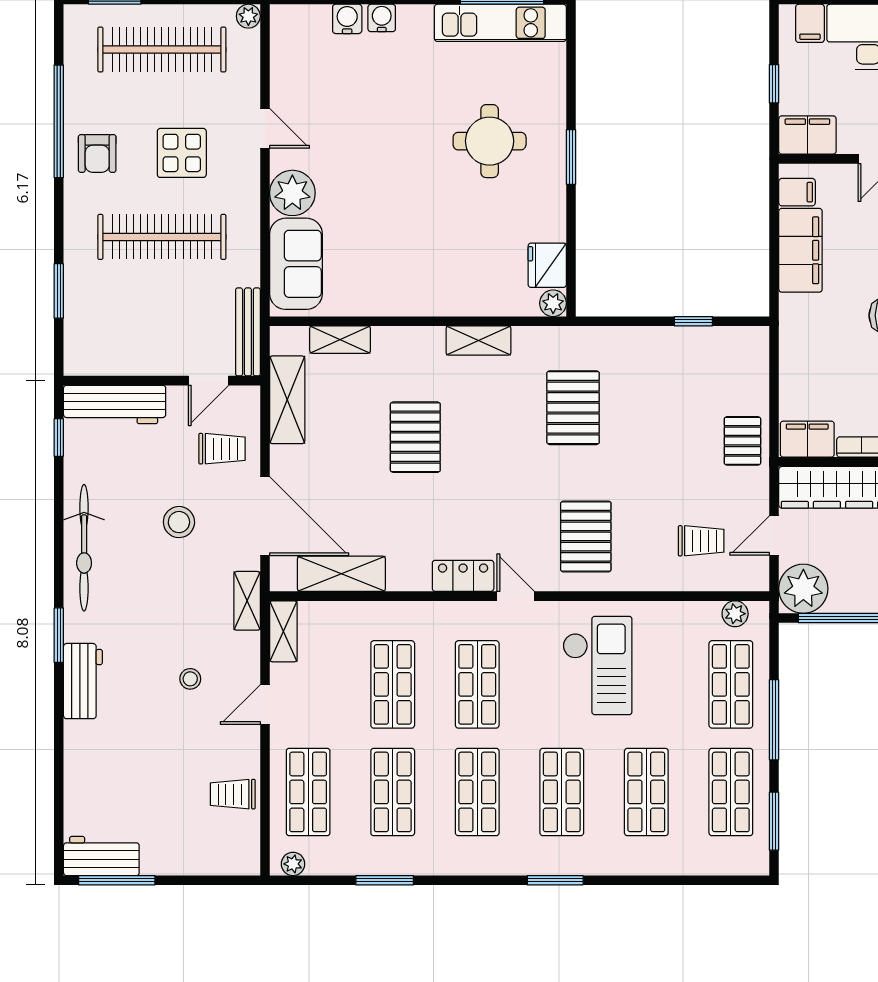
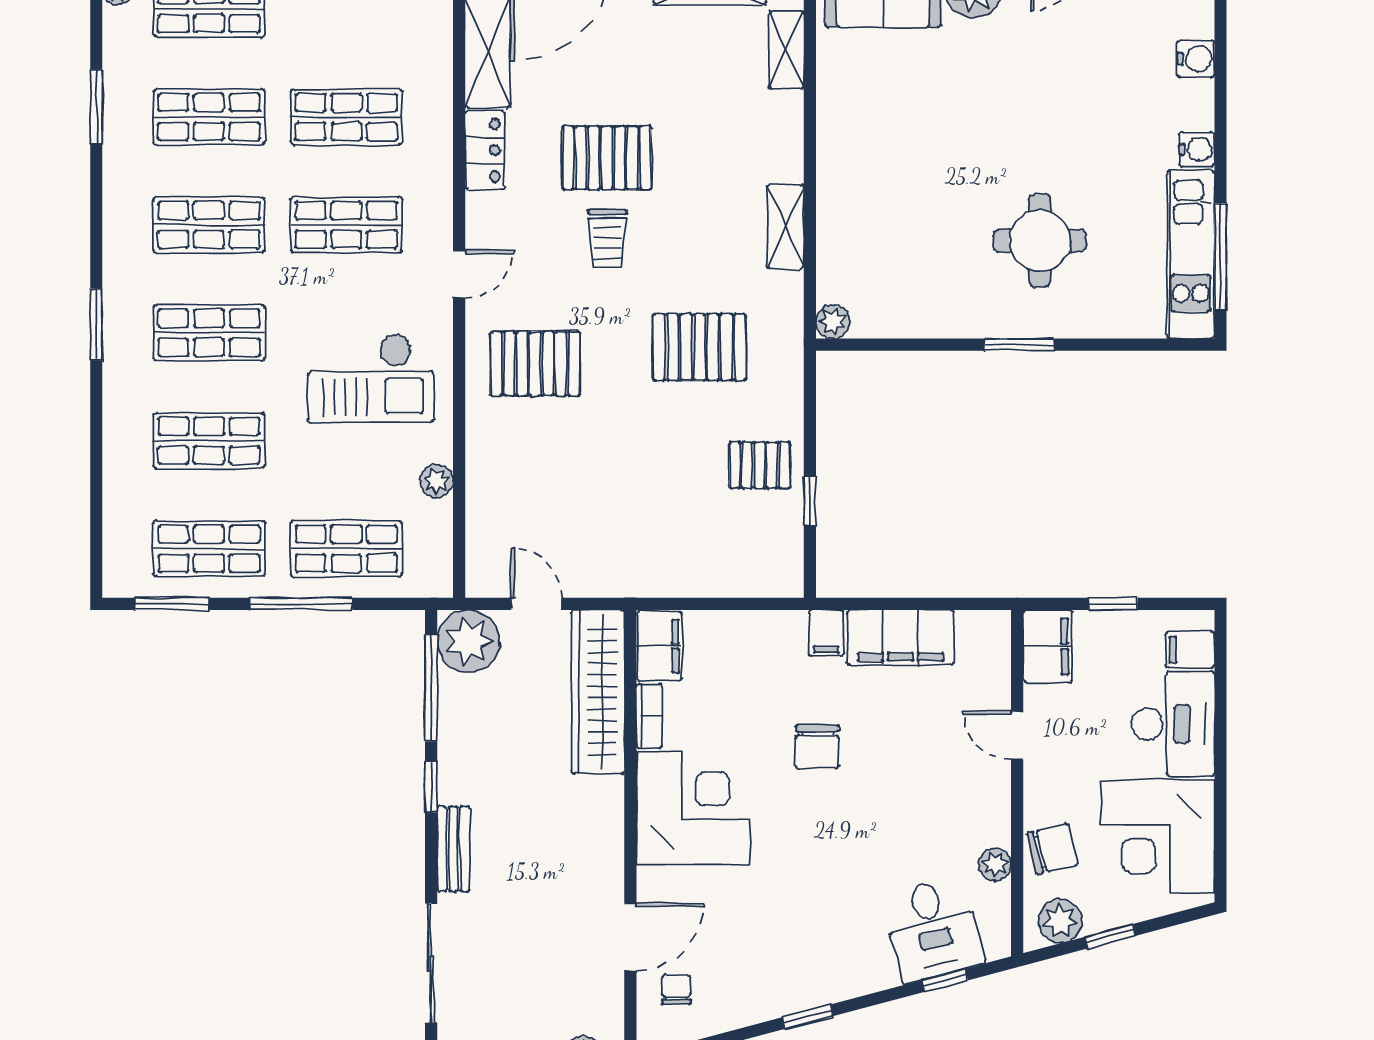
water cooler: (382, 18) -> (1197, 149), moved
filing cabinet: (797, 192) -> (826, 633), moved
fridge: (547, 265) -> (881, 314), removed
pallet: (415, 437) -> (607, 158), moved
pallet: (742, 441) -> (760, 465), moved
trolley: (701, 541) -> (607, 239), moved
locker: (463, 576) -> (485, 150), moved
plant: (735, 614) -> (437, 481), moved

